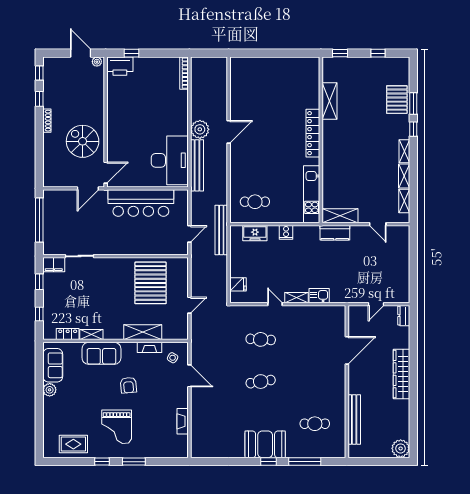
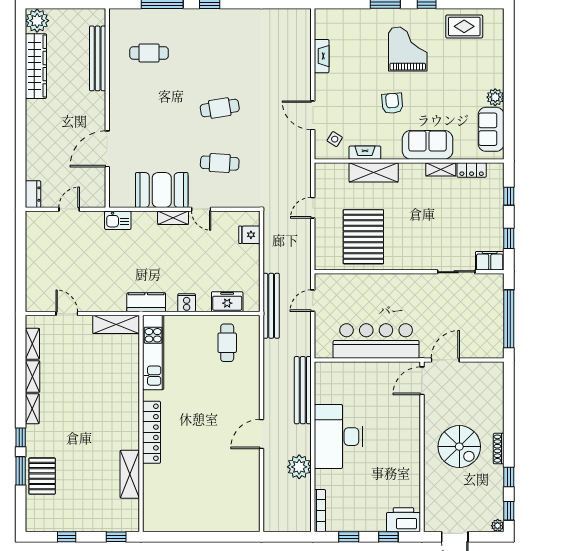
window: (162, 53) -> (349, 537), added
plant: (97, 62) -> (498, 526), moved
plant: (200, 129) -> (299, 467), moved
spiral stairs: (83, 141) -> (459, 447), moved
desk: (170, 160) -> (338, 437), moved
cafe table: (255, 202) -> (227, 343), turned 90
kitchen counter: (335, 233) -> (146, 302), moved
kitchen sink: (319, 296) -> (118, 220), moved
wardrobe: (401, 374) -> (36, 66), moved
booth: (265, 444) -> (162, 190), moved

